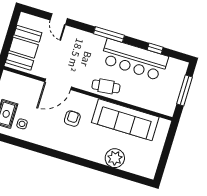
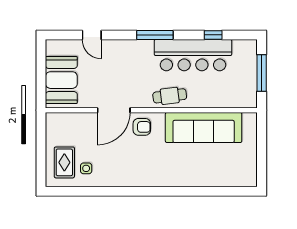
armchair: (72, 119) -> (142, 127), moved, turned 89
plant: (115, 158) -> (205, 175), removed

